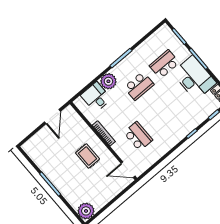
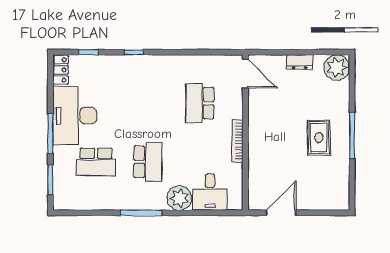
school desk: (139, 86) -> (148, 162), turned 90
rug: (87, 156) -> (319, 138), moved
dresser: (106, 198) -> (300, 62), added

